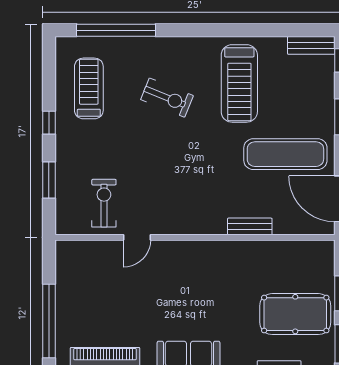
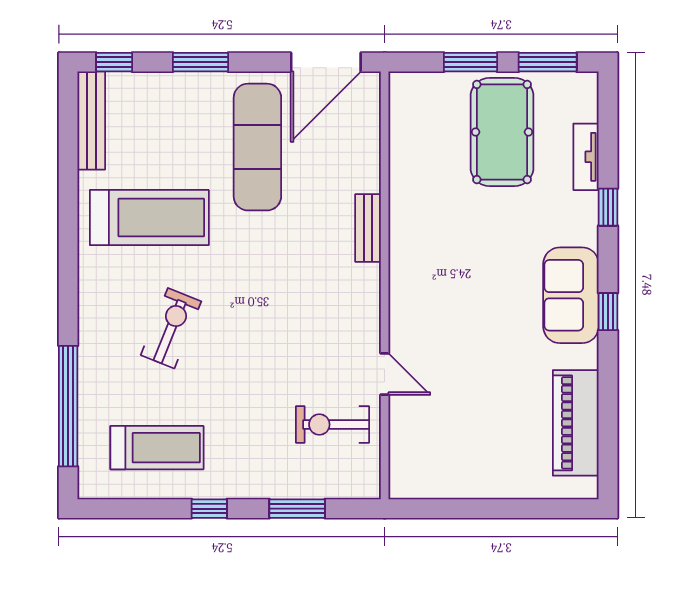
bench: (311, 45) -> (91, 121), width x1.36
treadmill: (89, 88) -> (157, 448), turned 180
bench: (250, 226) -> (368, 228), moved
window: (49, 321) -> (513, 509), removed

